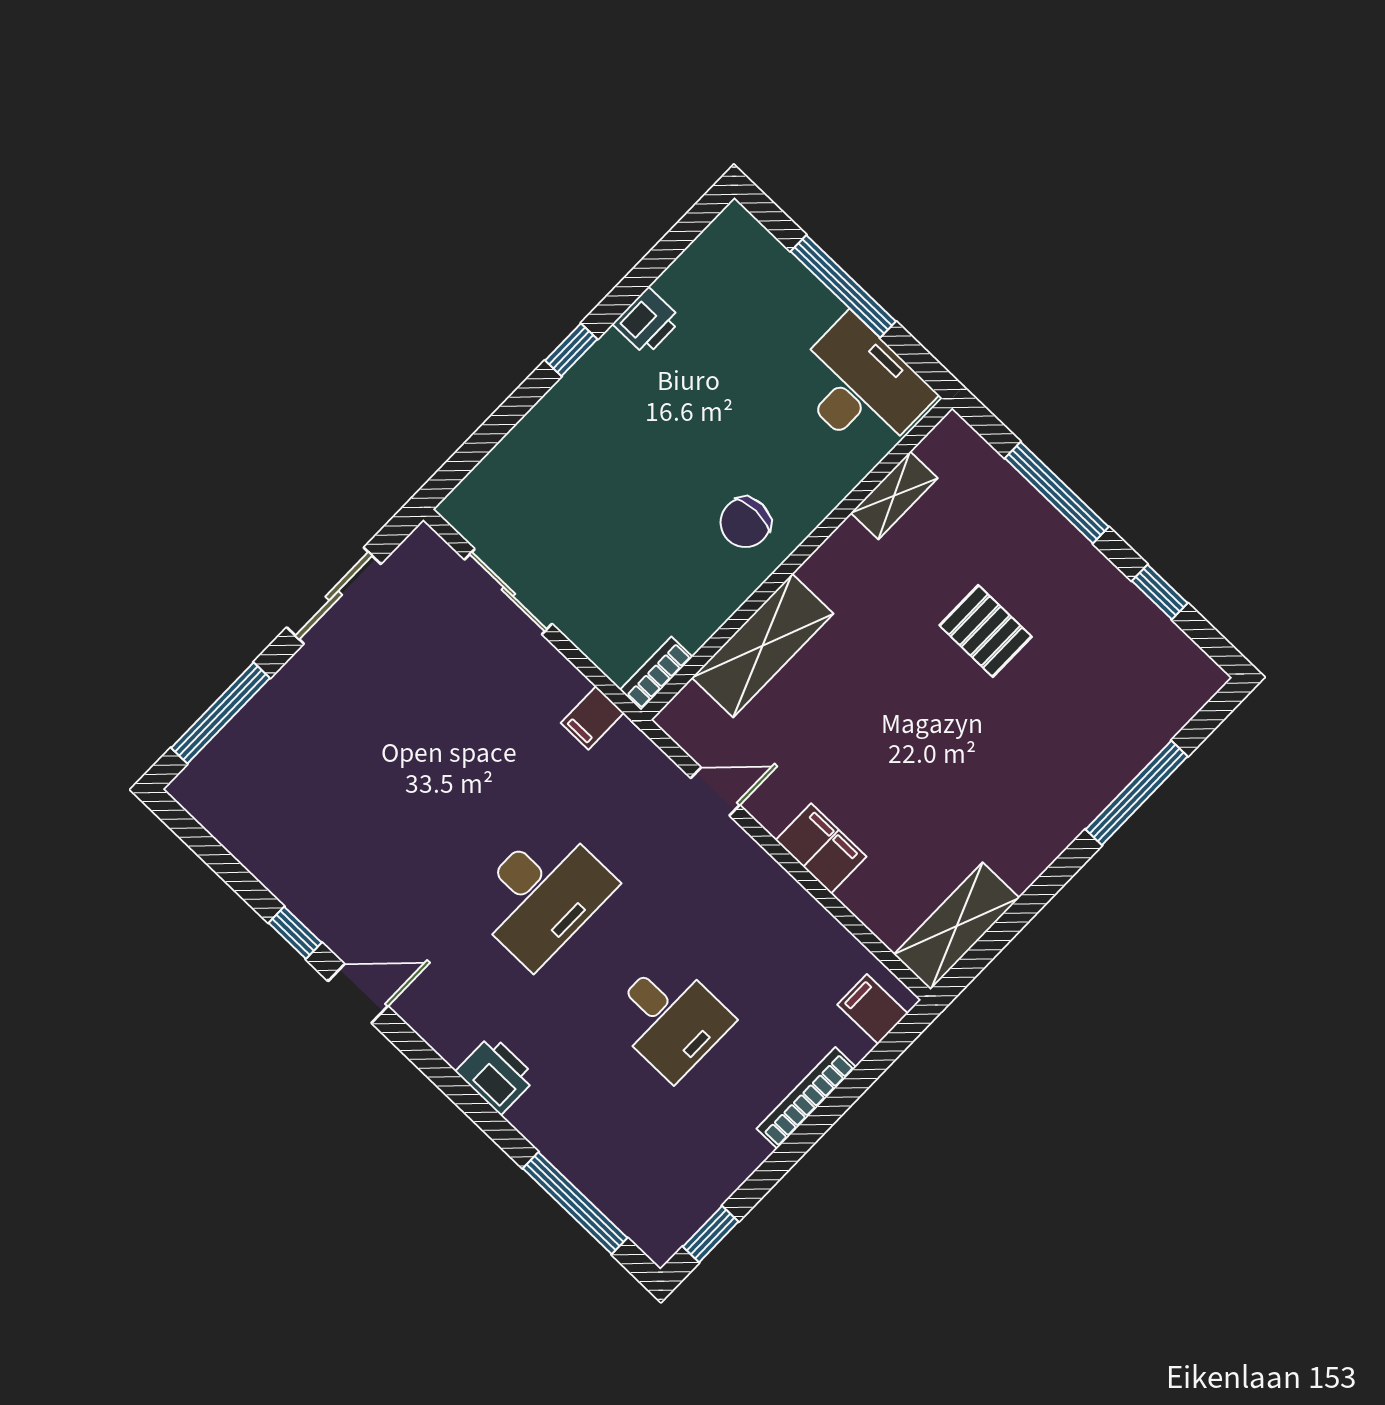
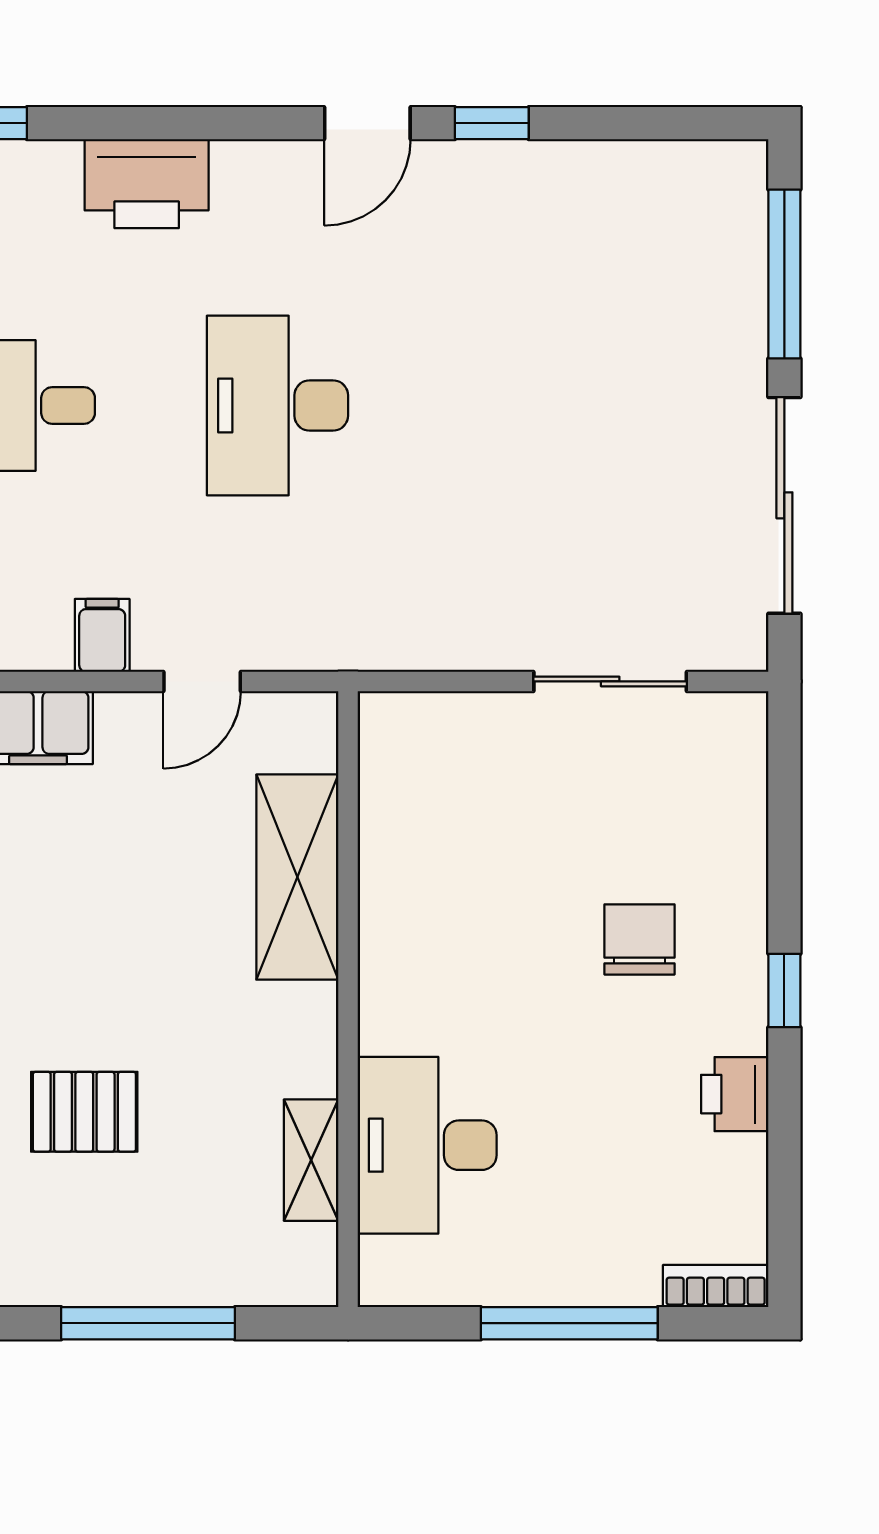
desk: (861, 387) -> (427, 1145), moved, turned 90
chair: (745, 522) -> (639, 939), moved
sliding door: (334, 596) -> (784, 505), width x1.37
bookcase: (656, 673) -> (716, 1286), moved, turned -90
filing cabinet: (592, 718) -> (102, 635), moved
printer: (496, 1075) -> (147, 184), width x1.37, depth x1.19

